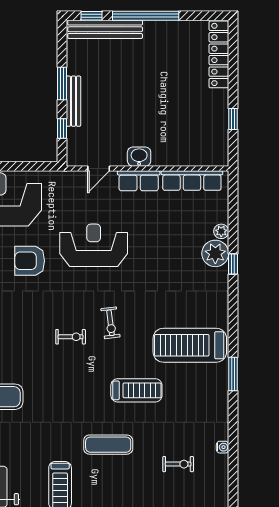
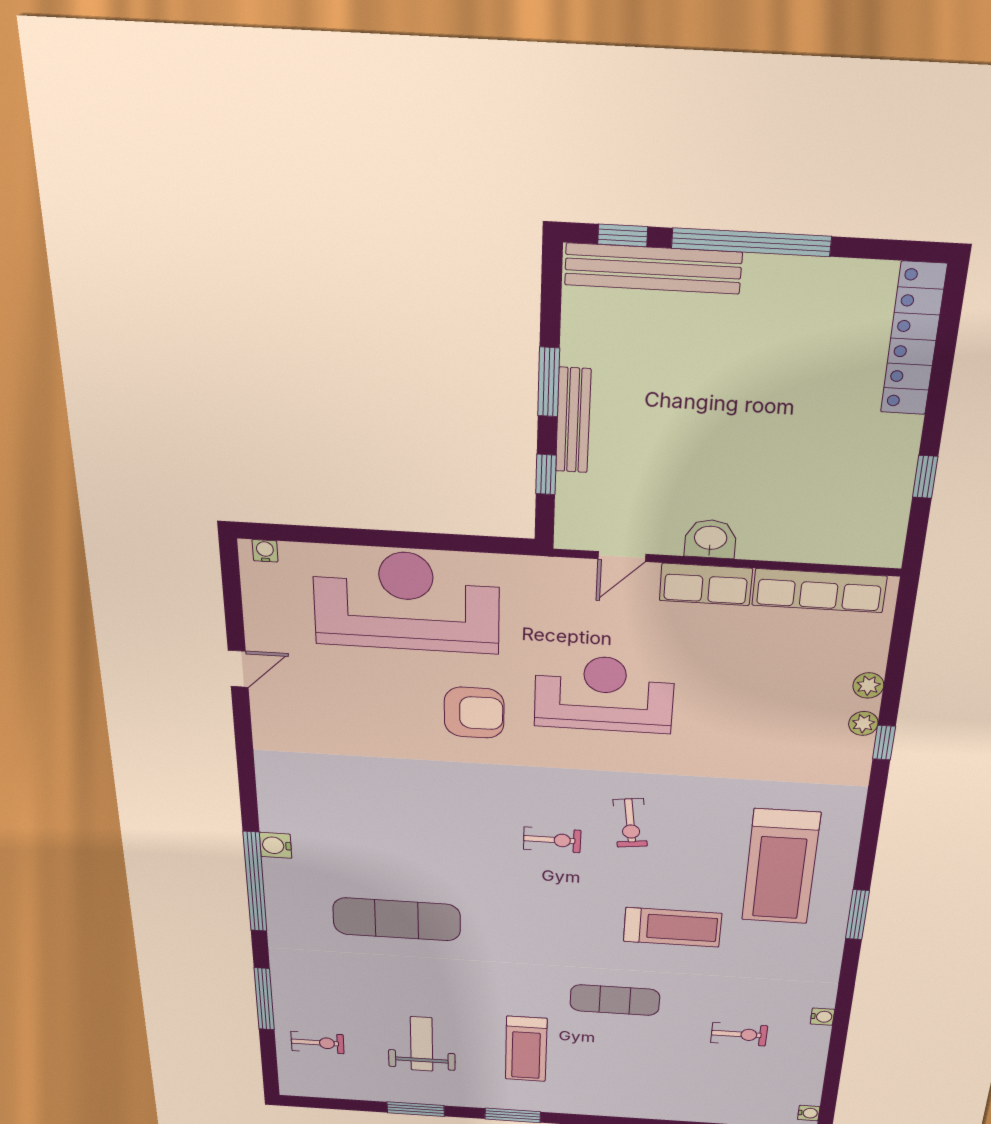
plant: (215, 253) -> (863, 723), width x0.53, depth x0.53
armchair: (30, 261) -> (474, 713), turned 180
treadmill: (190, 345) -> (781, 867), turned -90

